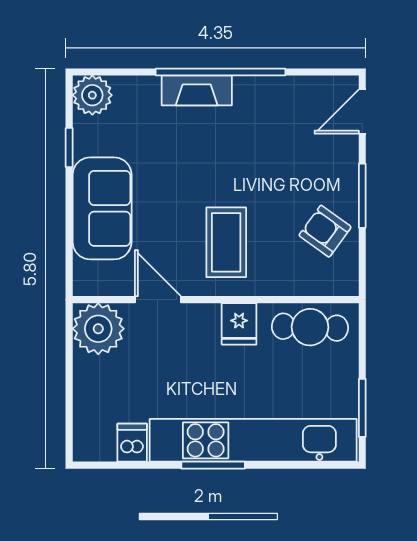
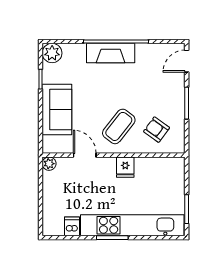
fireplace: (197, 90) -> (111, 53), width x1.37, depth x1.32
armchair: (325, 231) -> (157, 130), moved
coffee table: (226, 242) -> (119, 126), turned 38
cafe table: (310, 327) -> (161, 169), removed
plant: (98, 329) -> (49, 164), width x0.53, depth x0.53

